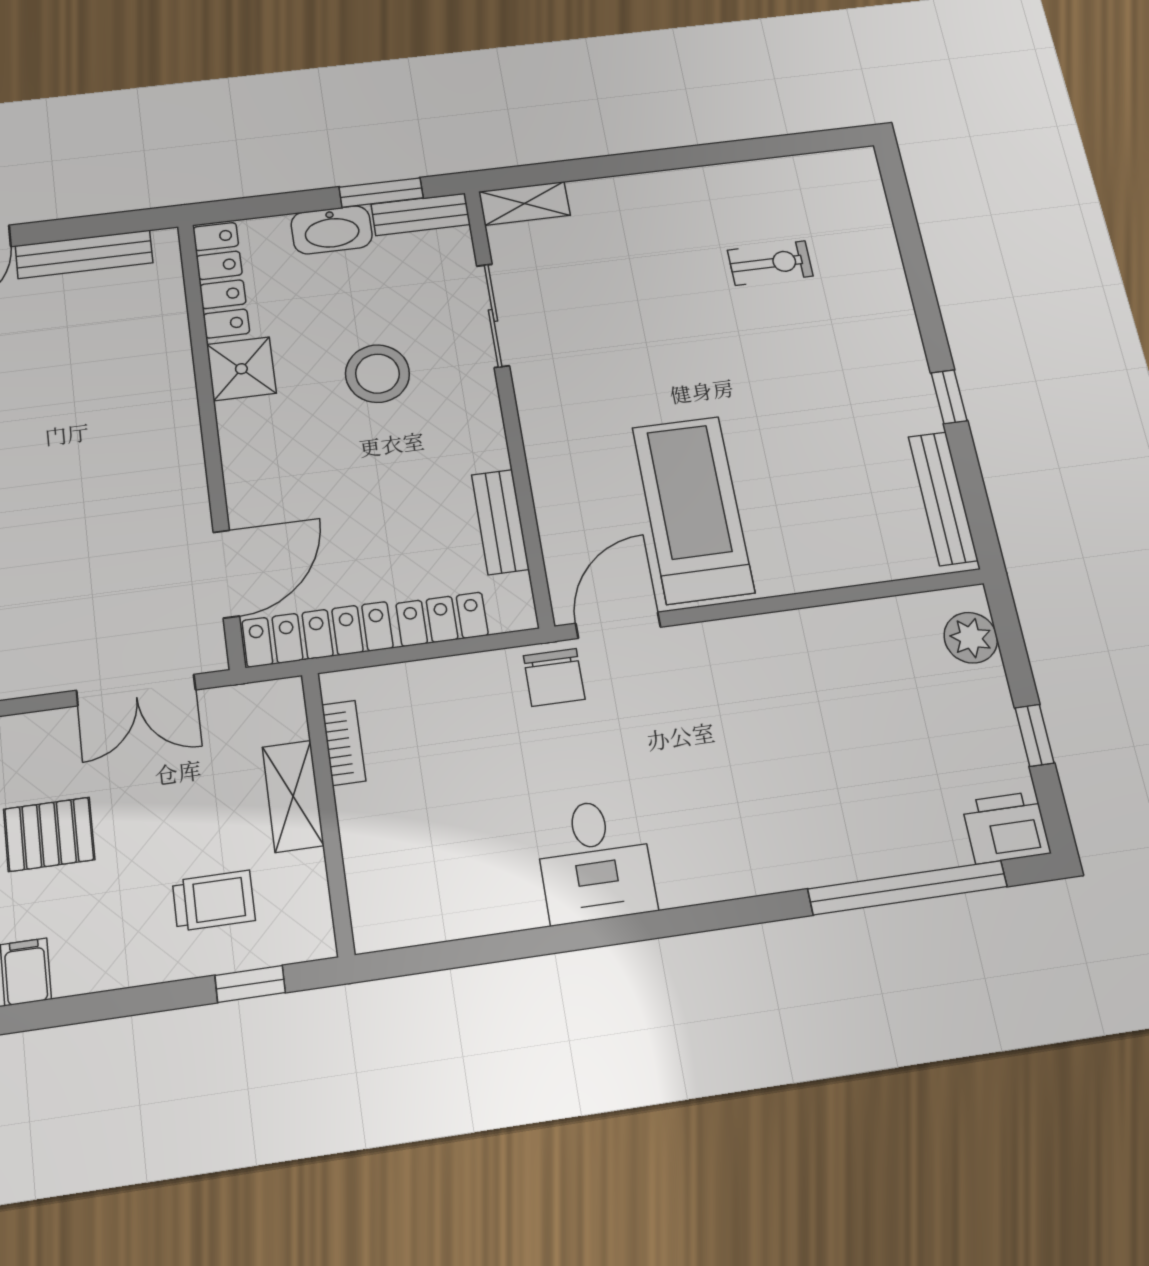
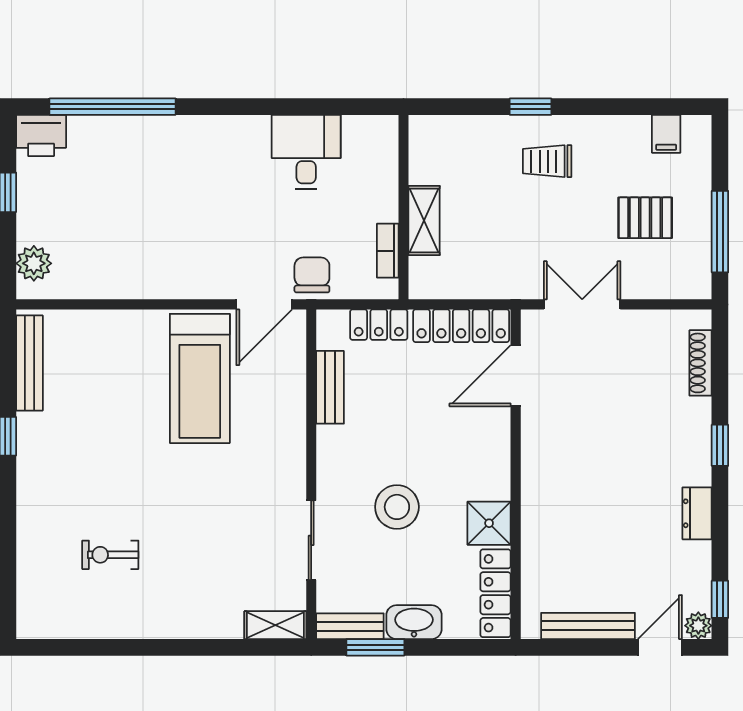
bookcase: (344, 743) -> (388, 251), moved
shelving: (293, 796) -> (424, 220), moved
wall: (328, 812) -> (404, 207), moved

